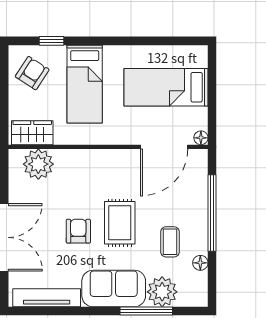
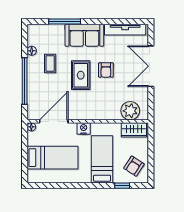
nightstand: (115, 135) -> (84, 128), added
plant: (162, 292) -> (55, 33), removed

